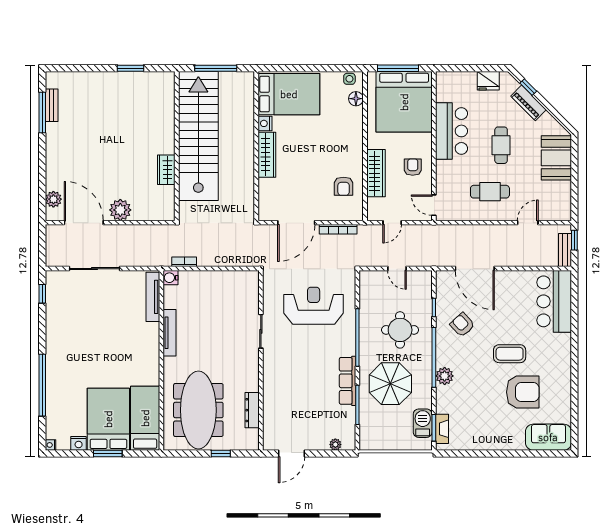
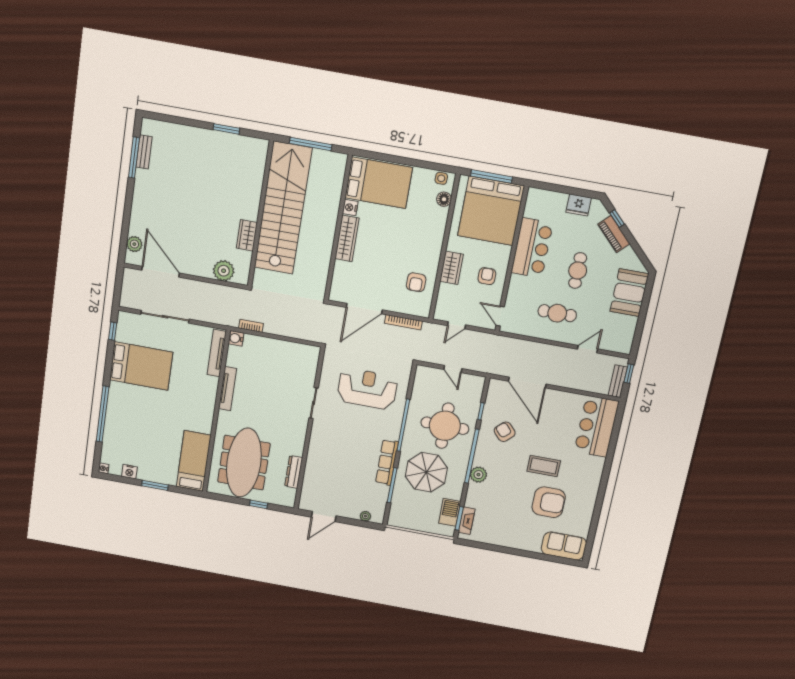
wardrobe: (376, 173) -> (451, 268), width x0.67
plant: (120, 210) -> (224, 271), moved
round table: (400, 330) -> (445, 426), width x1.36, depth x1.36
bed: (108, 419) -> (141, 366), moved, turned 90

